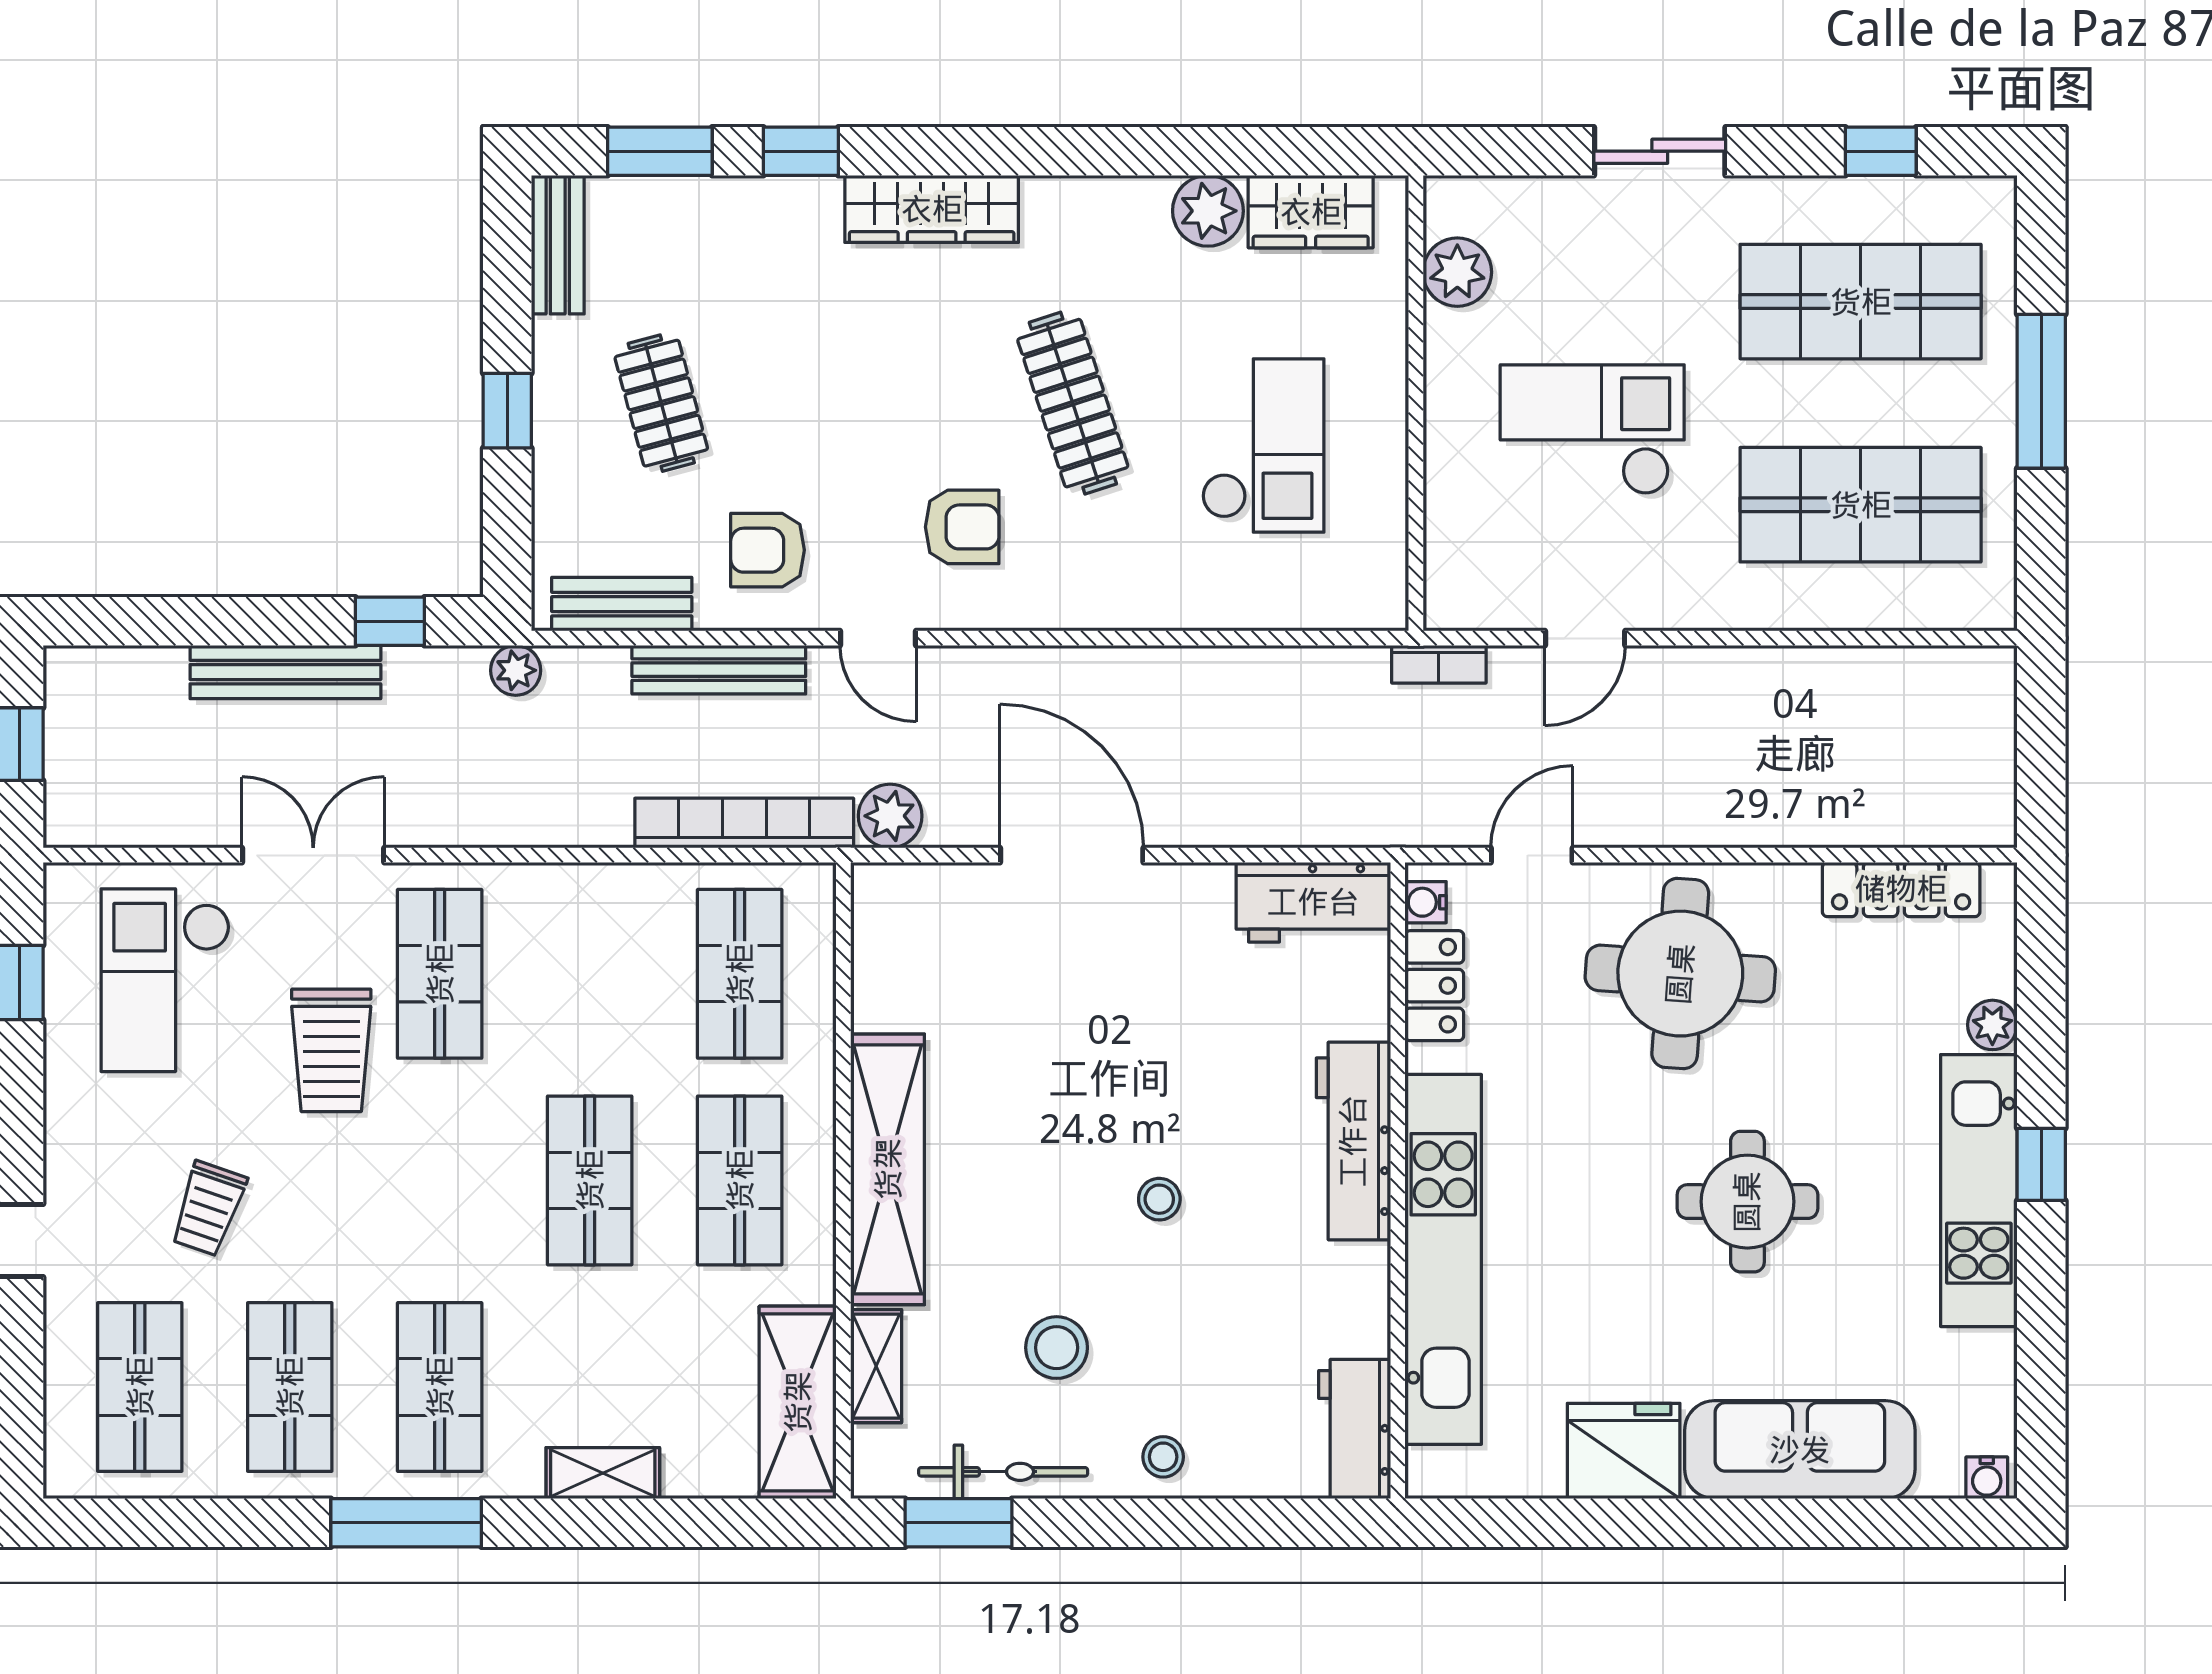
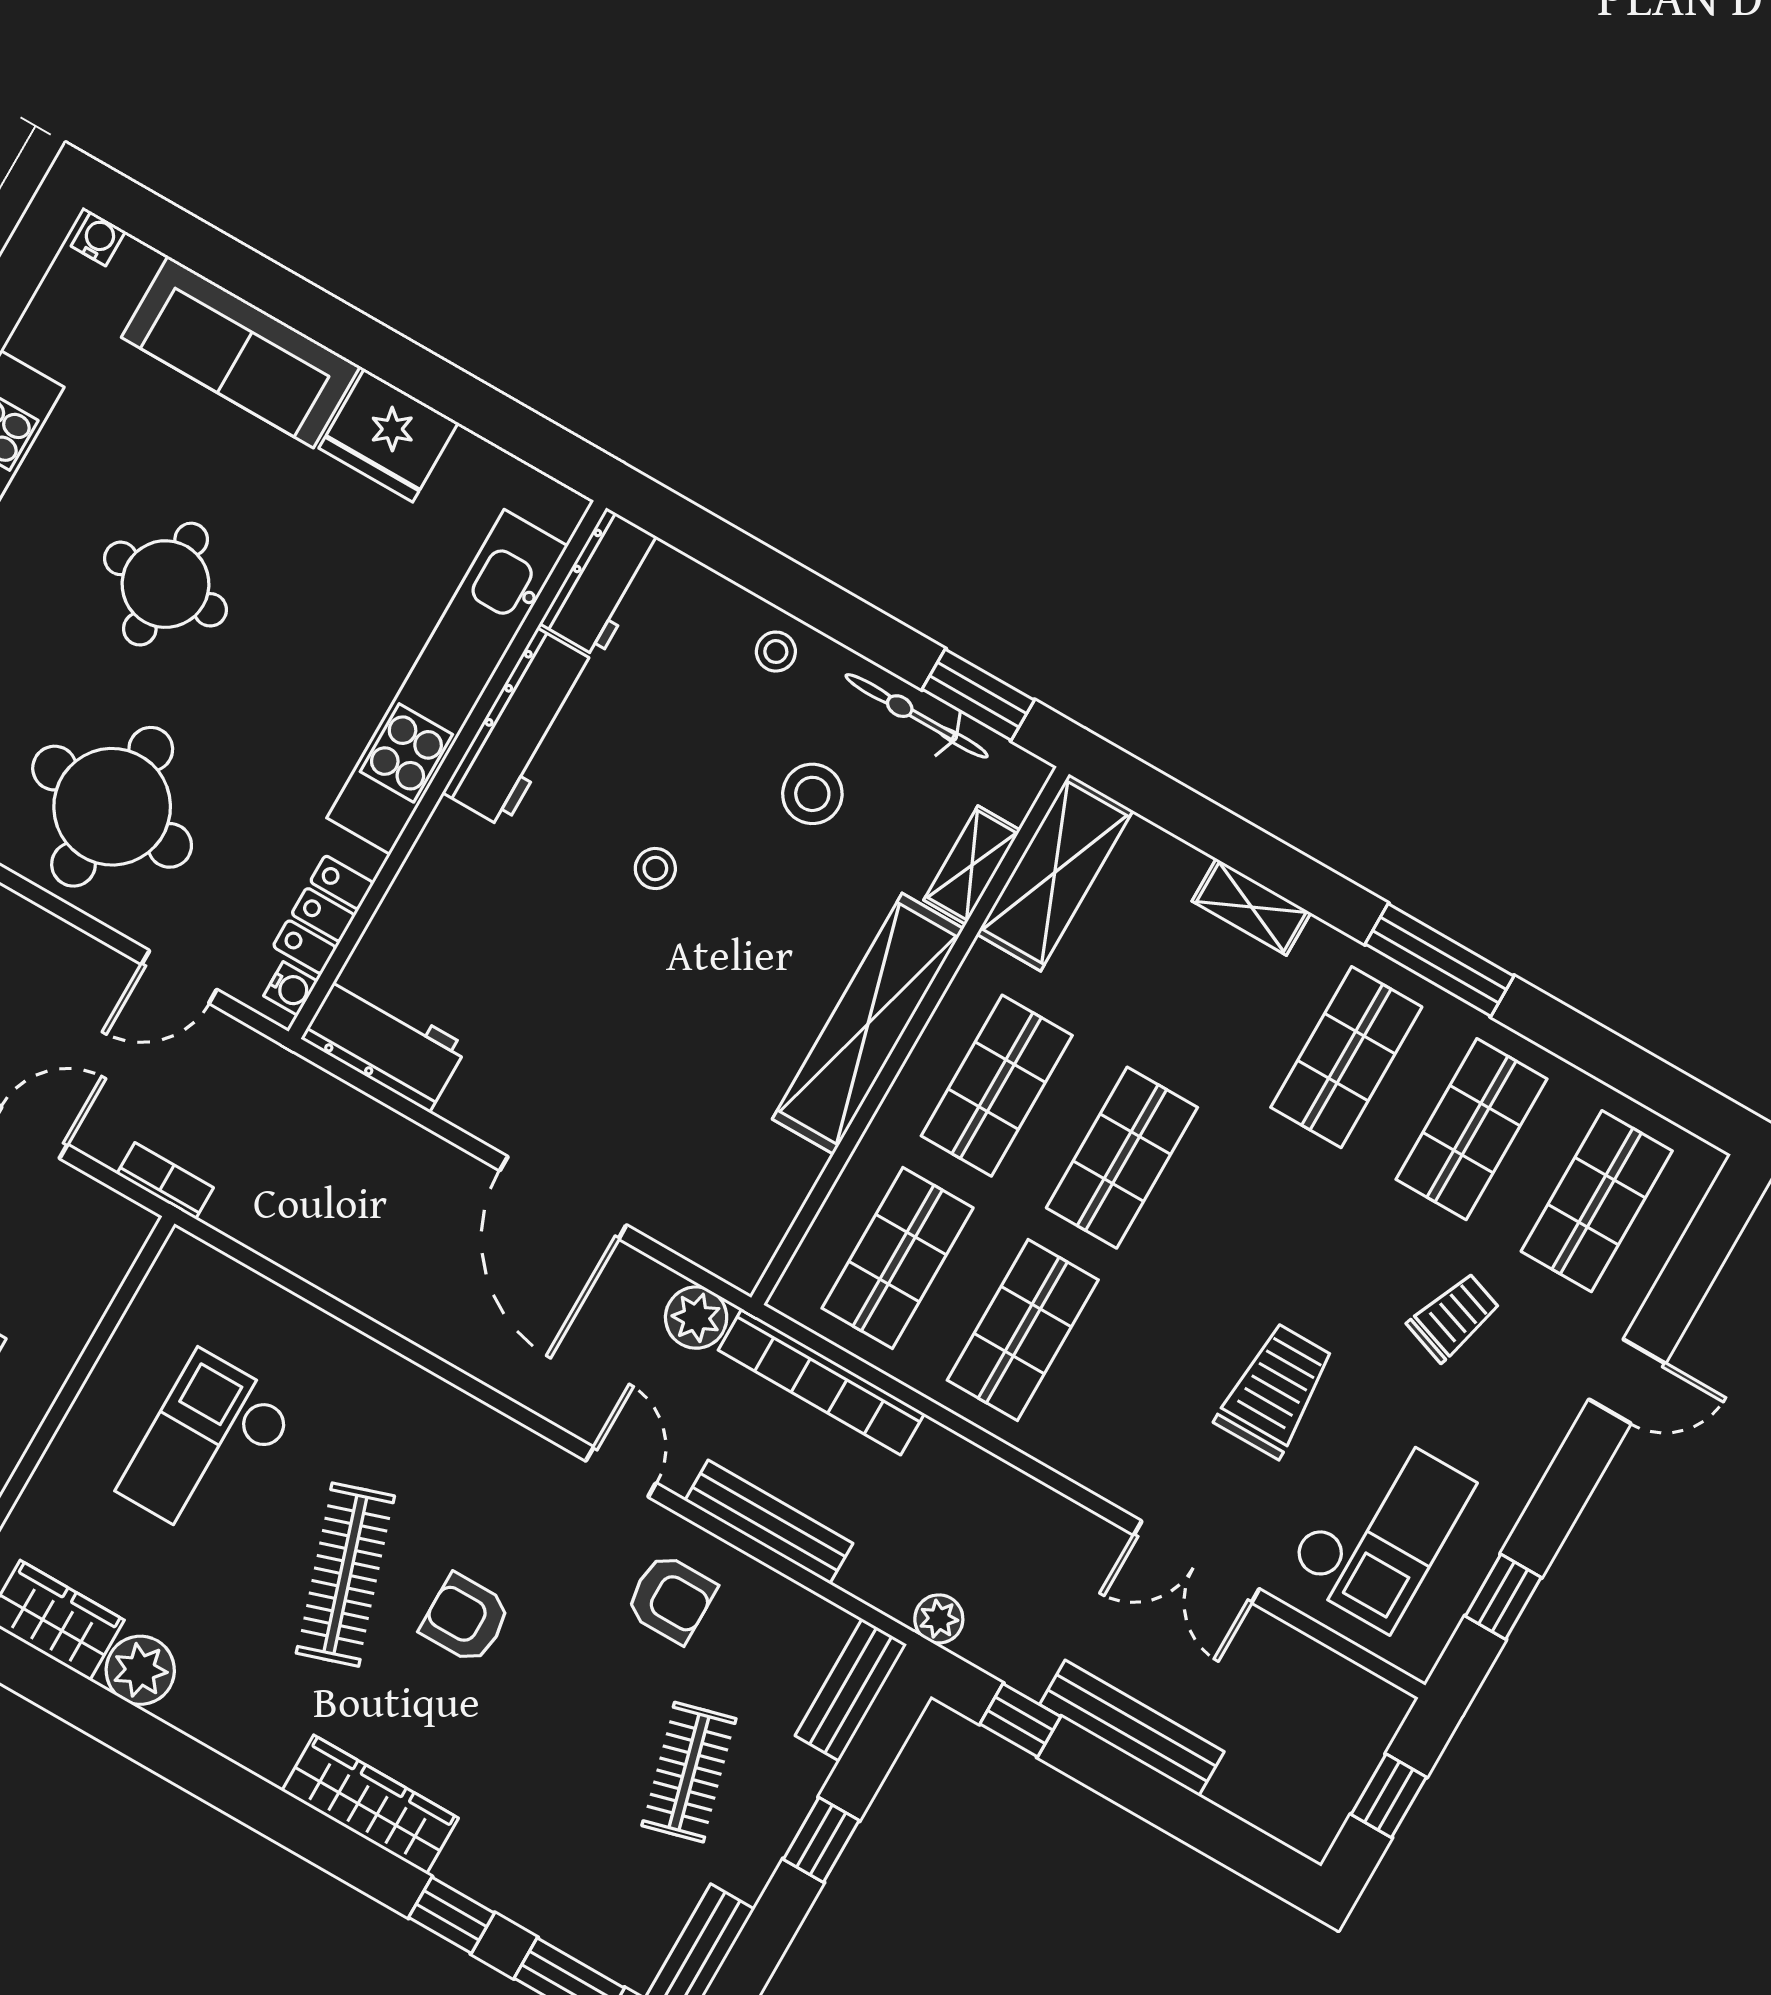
armchair: (962, 527) -> (466, 1619), moved
bench: (622, 604) -> (851, 1690), moved, turned 90
shop shelf: (440, 974) -> (1023, 1330), moved
workbench: (1353, 1141) -> (521, 728), moved

